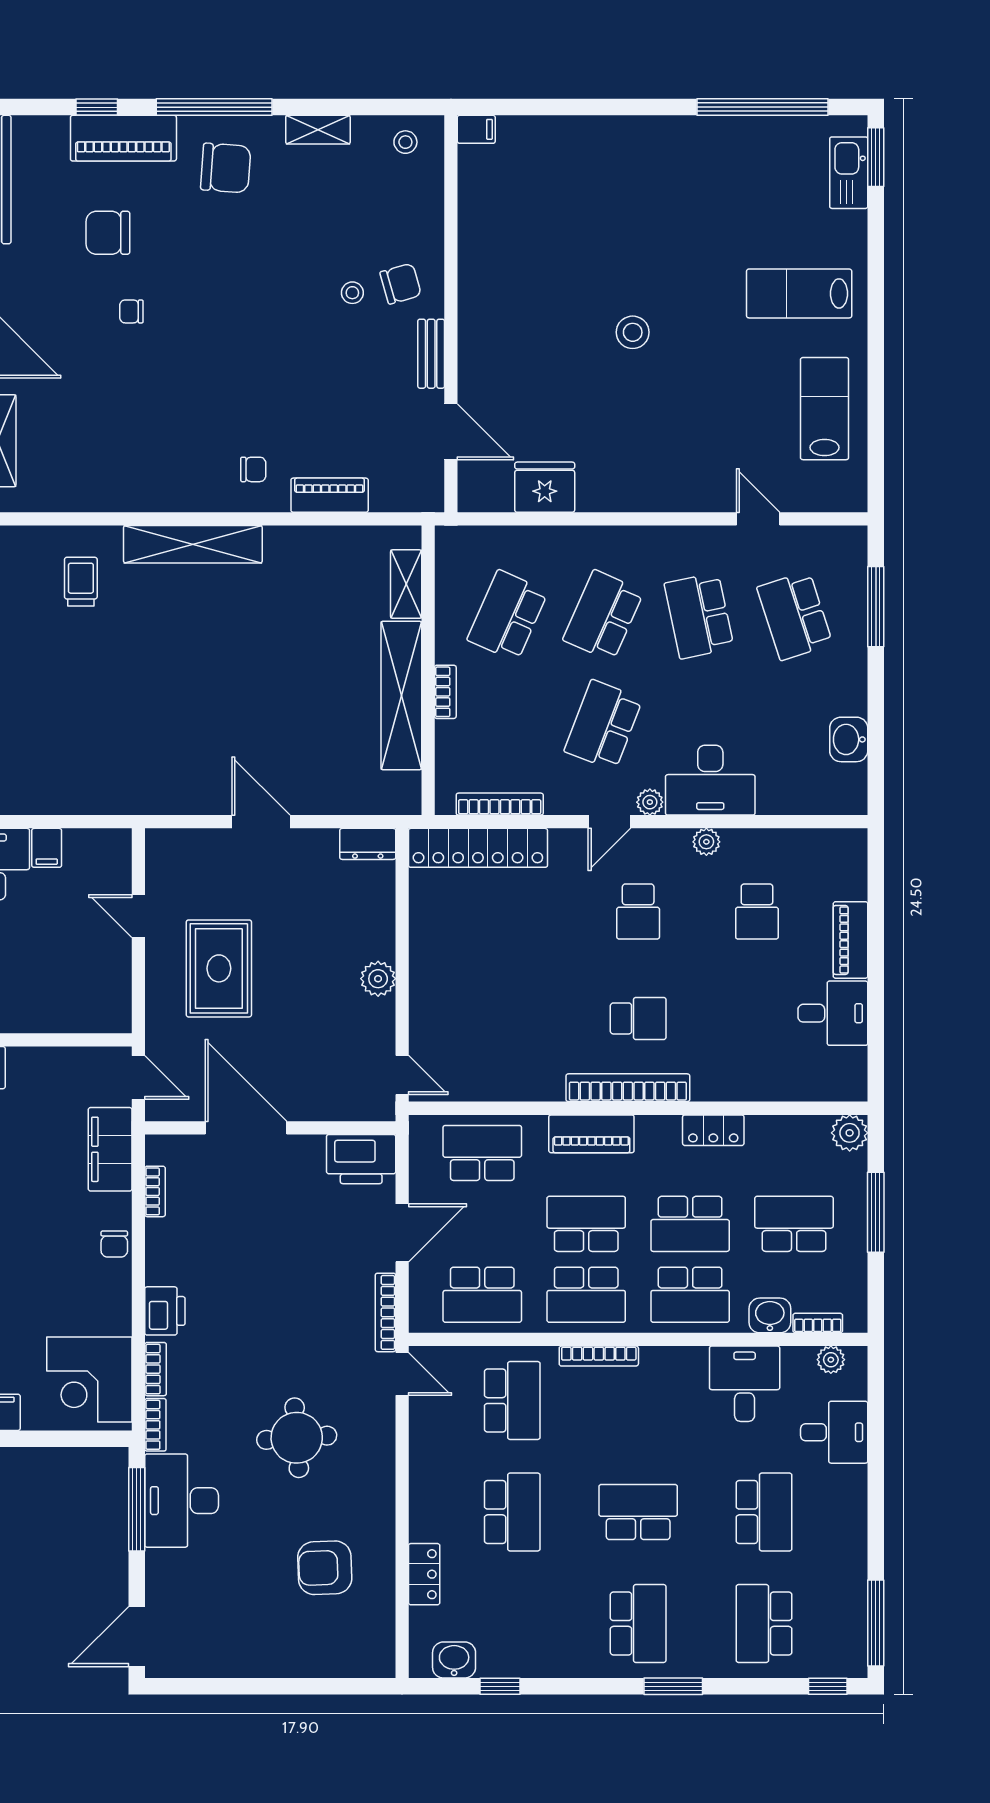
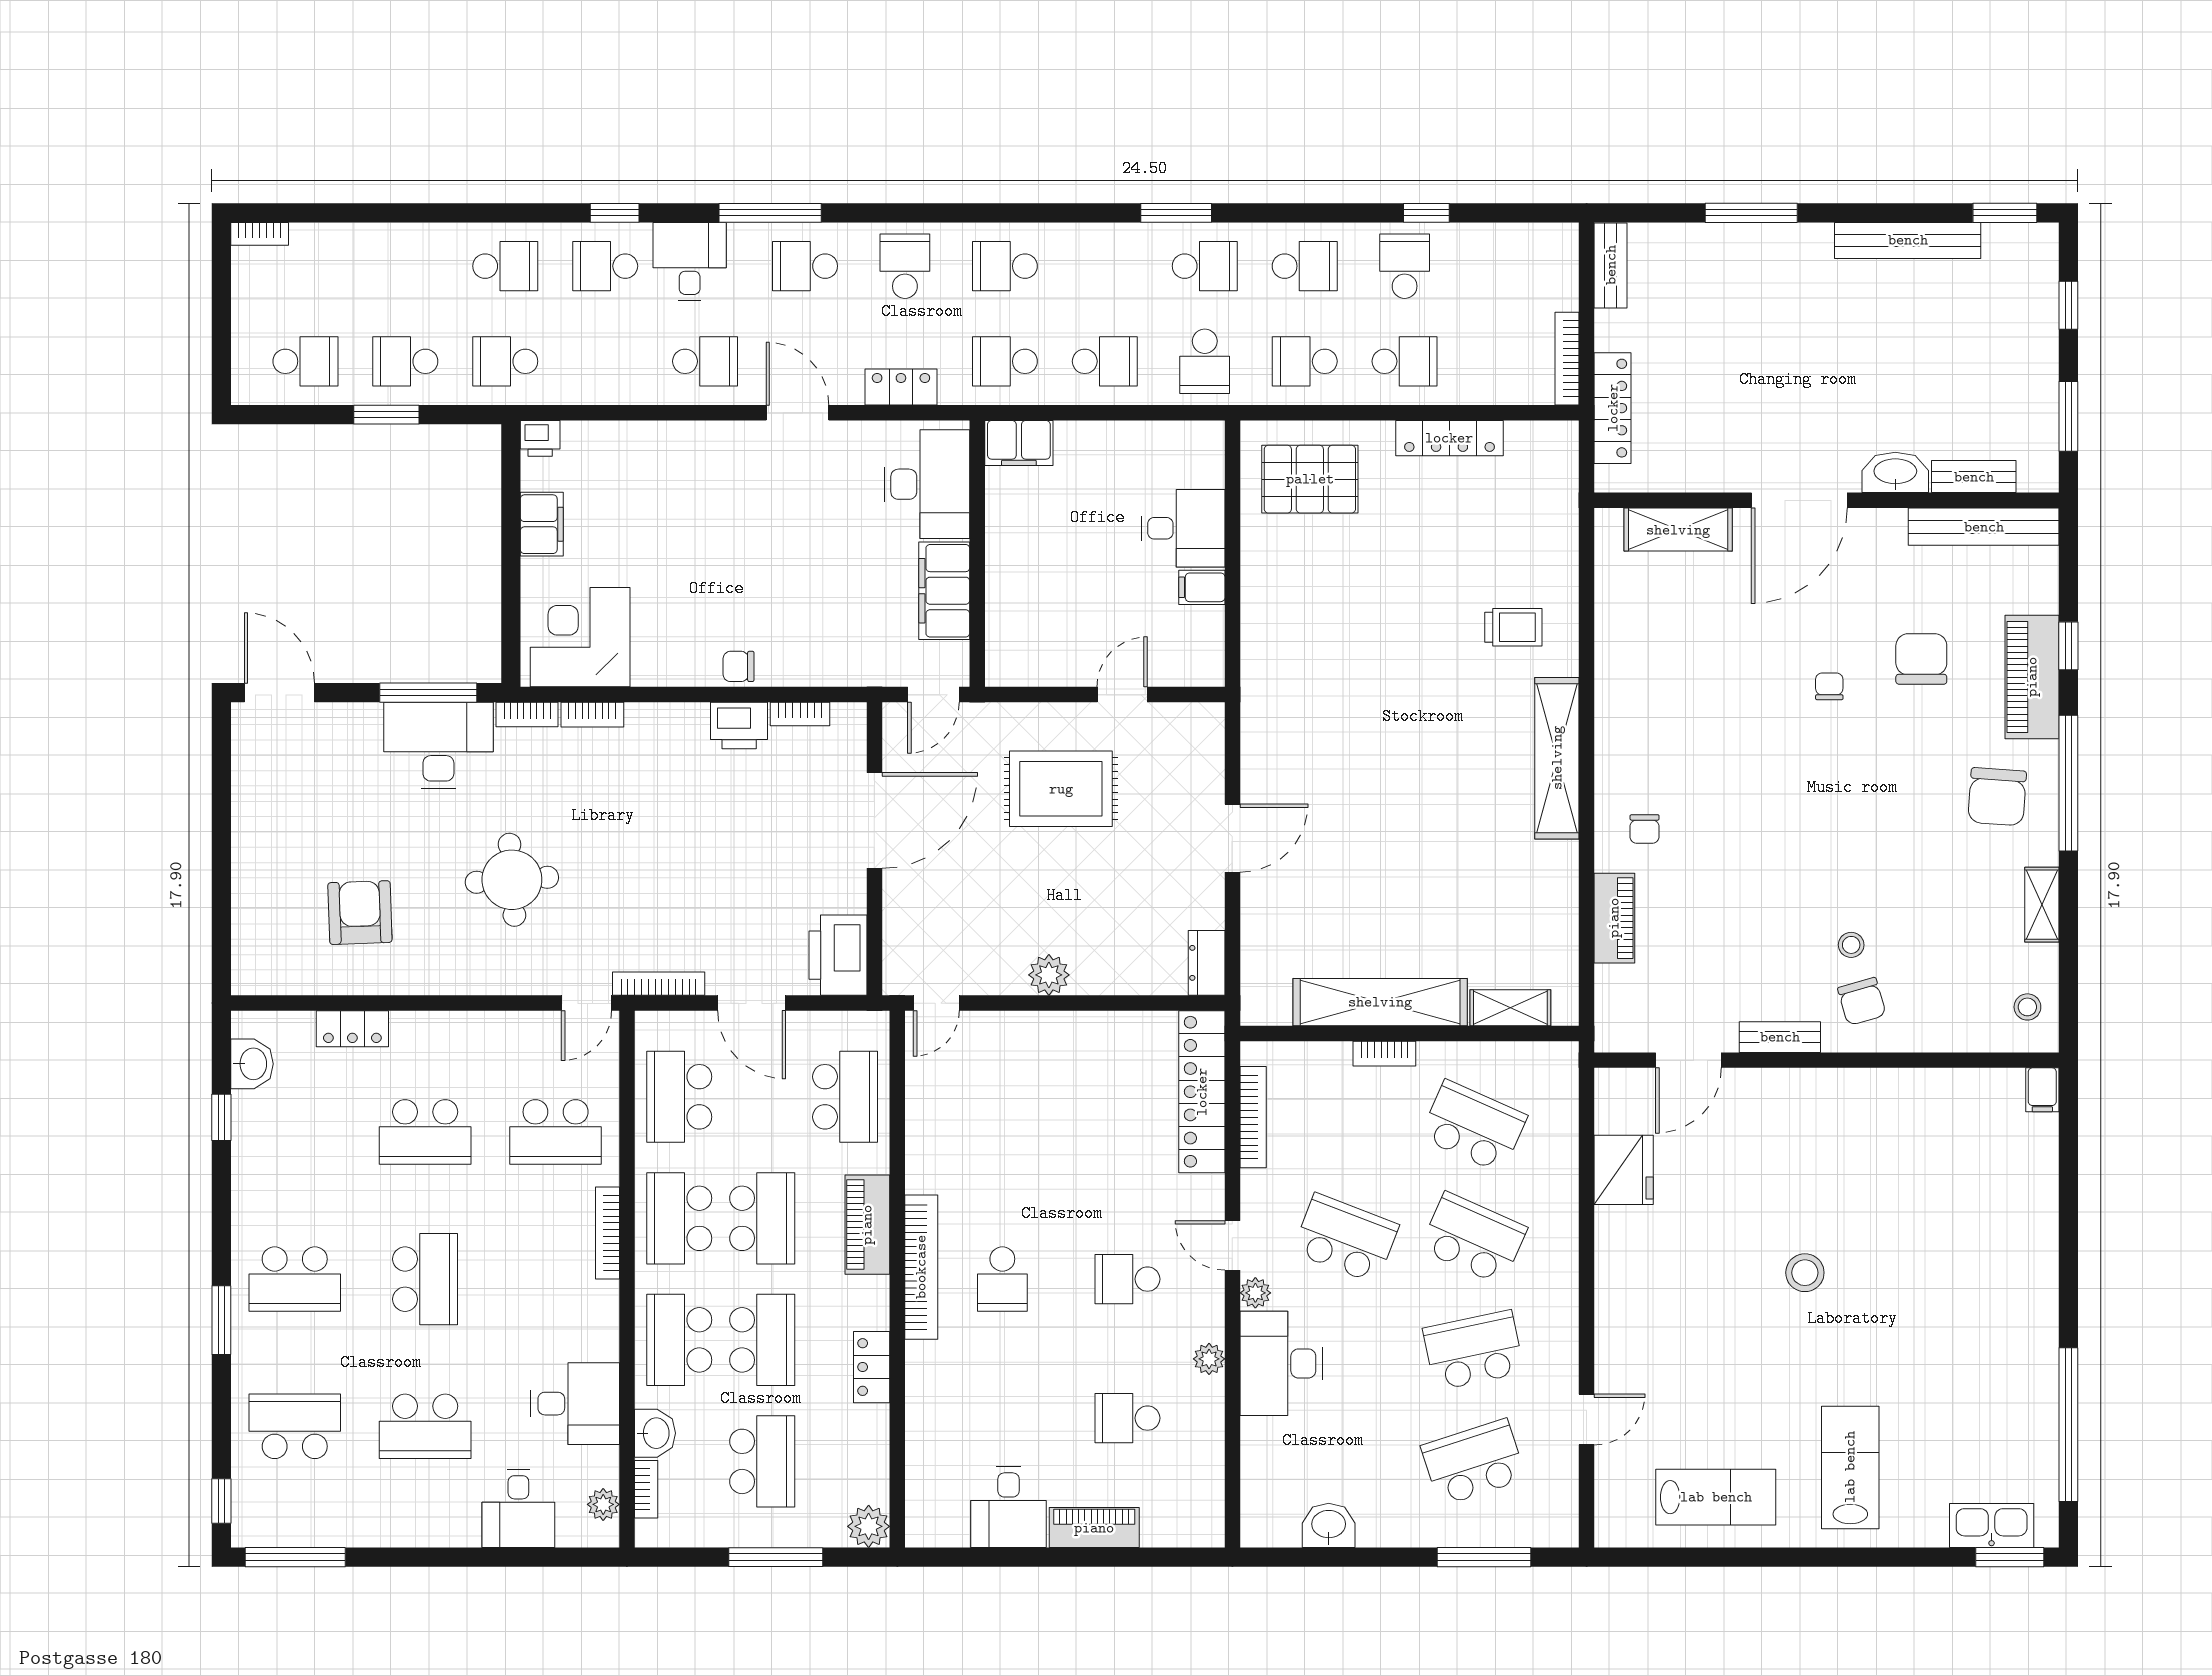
filing cabinet: (110, 1149) -> (944, 591), moved, turned -90
school desk: (690, 1224) -> (762, 1340), turned 180
printer: (165, 1311) -> (739, 726), moved

